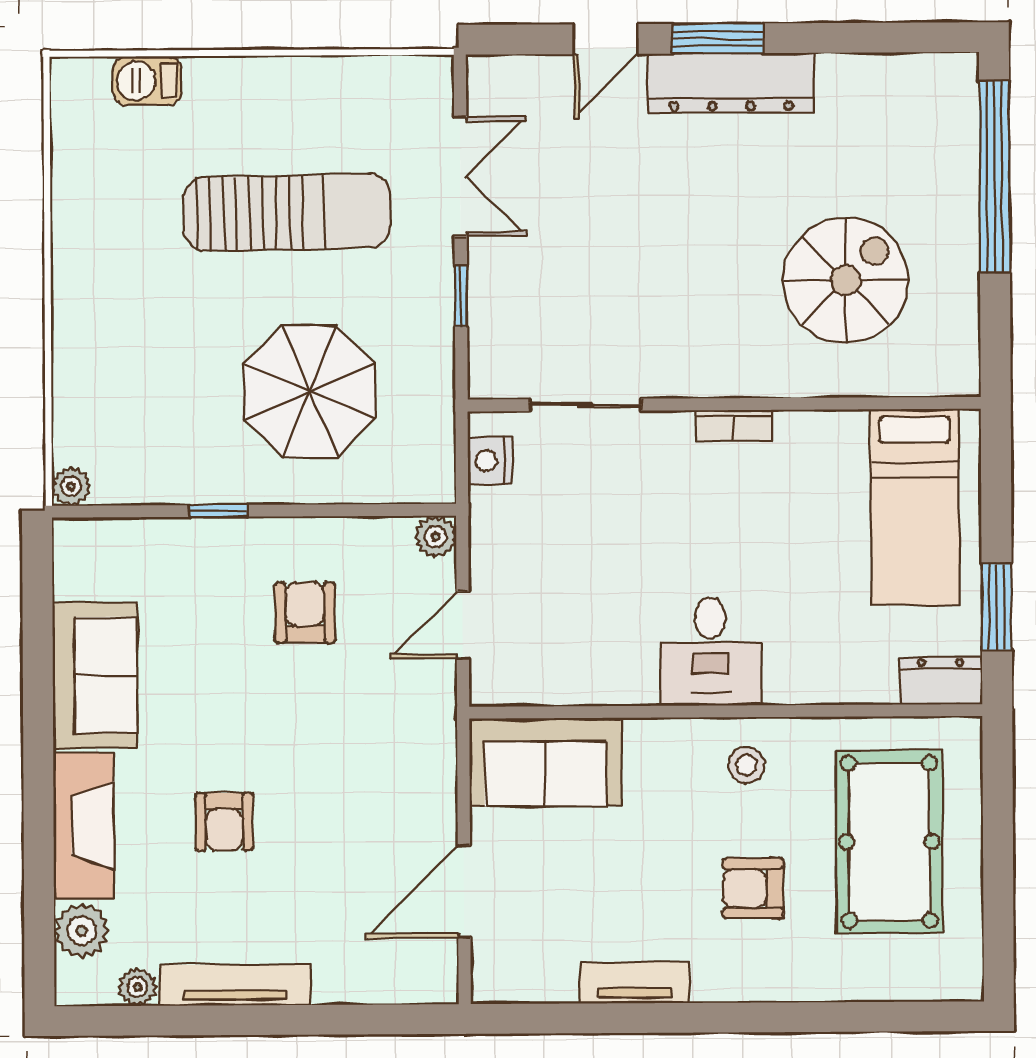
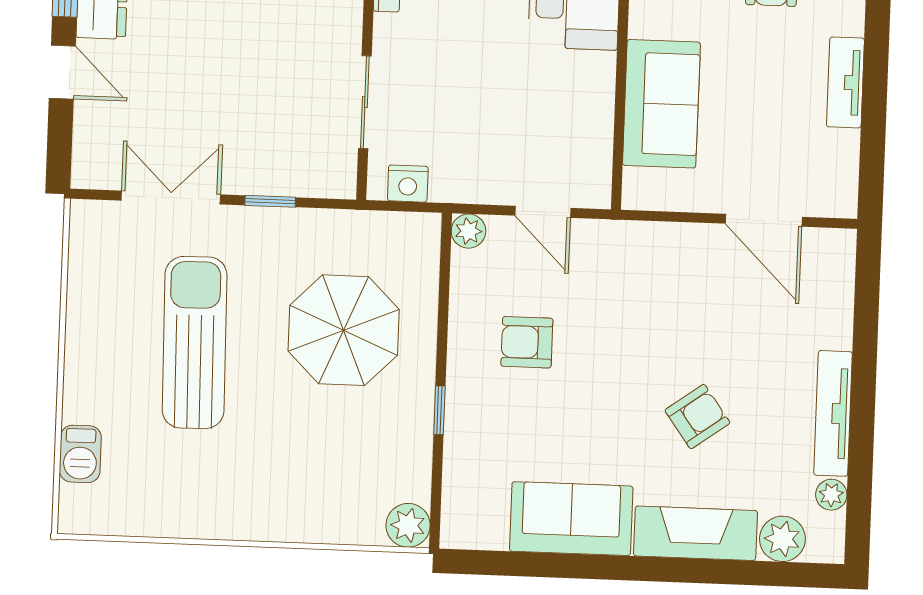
plant: (71, 486) -> (408, 525), width x1.38, depth x1.38
sofa: (546, 762) -> (661, 104), moved
armchair: (224, 822) -> (697, 417), turned -36

